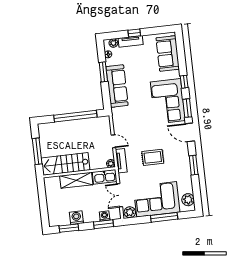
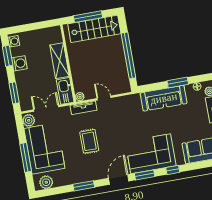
door: (113, 141) -> (104, 98), swing flipped
stairs: (66, 164) -> (94, 29), moved, turned 90
washing machine: (105, 216) -> (14, 41), moved

